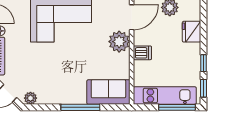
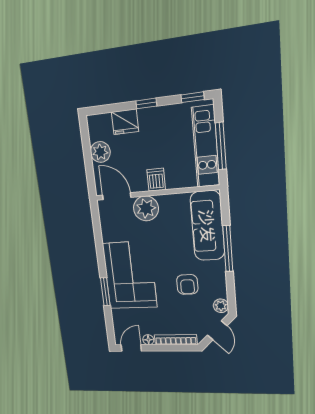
window: (204, 63) -> (146, 103), moved
armchair: (51, 71) -> (187, 284), added
sofa: (108, 92) -> (207, 226), width x1.36
window: (177, 107) -> (221, 146), moved

